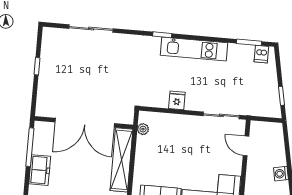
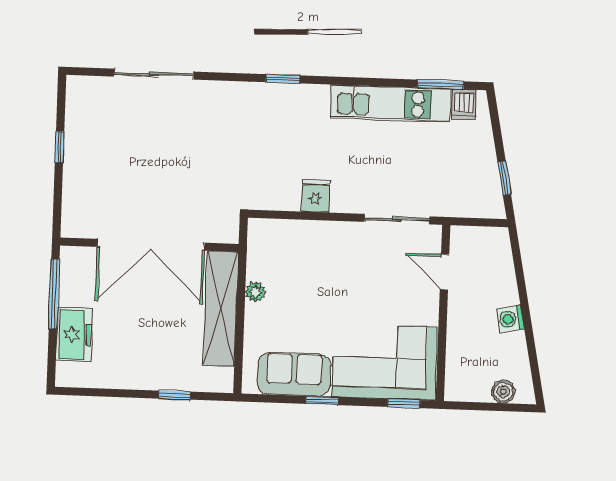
kitchen unit: (194, 49) -> (390, 104), moved
plant: (143, 129) -> (255, 292), moved

